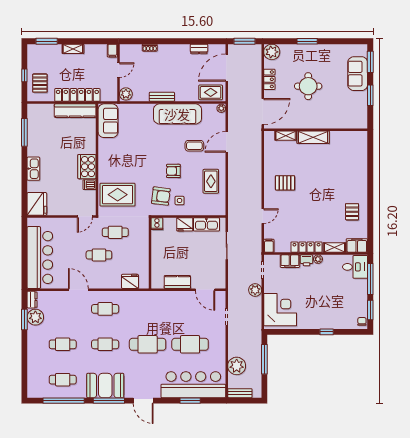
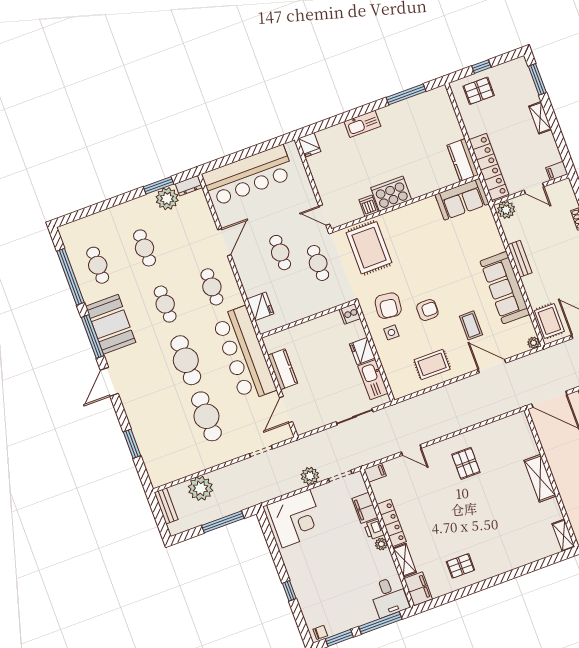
locker: (77, 95) -> (489, 167), moved
kitchen counter: (75, 111) -> (463, 160), width x0.67
shelving: (286, 136) -> (563, 535), moved
armchair: (173, 171) -> (427, 310), turned 90
fridge: (37, 204) -> (309, 145), width x0.53, depth x0.75
bar counter: (193, 385) -> (244, 354), moved, turned 180

